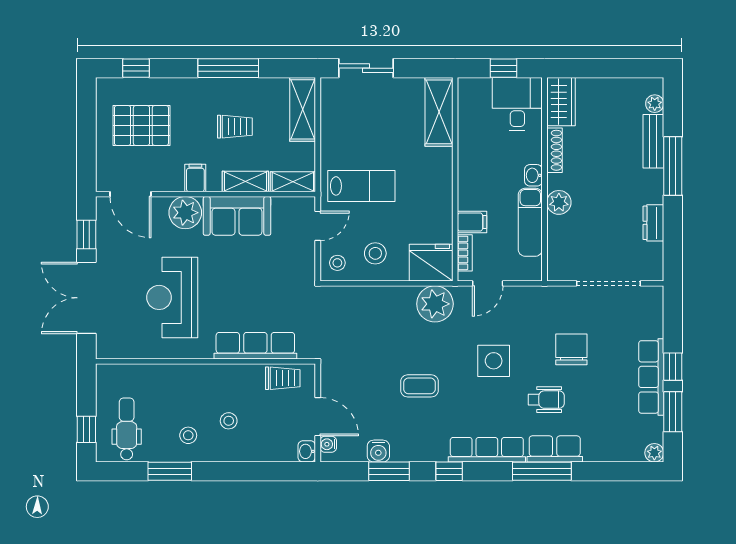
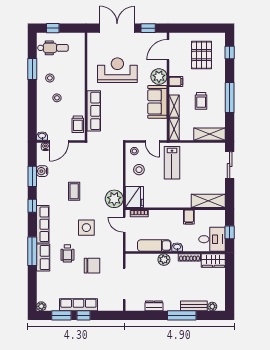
filing cabinet: (472, 222) -> (189, 217), moved

